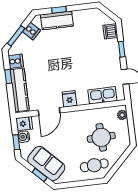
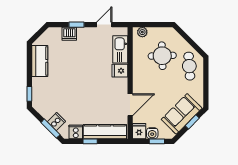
window: (59, 10) -> (29, 94), moved
kitchen counter: (57, 20) -> (40, 61), moved
cooker: (32, 31) -> (56, 122), moved
dishwasher: (110, 31) -> (69, 34), moved
fridge: (69, 99) -> (120, 71), moved
door: (49, 112) -> (130, 105), hinge flipped

